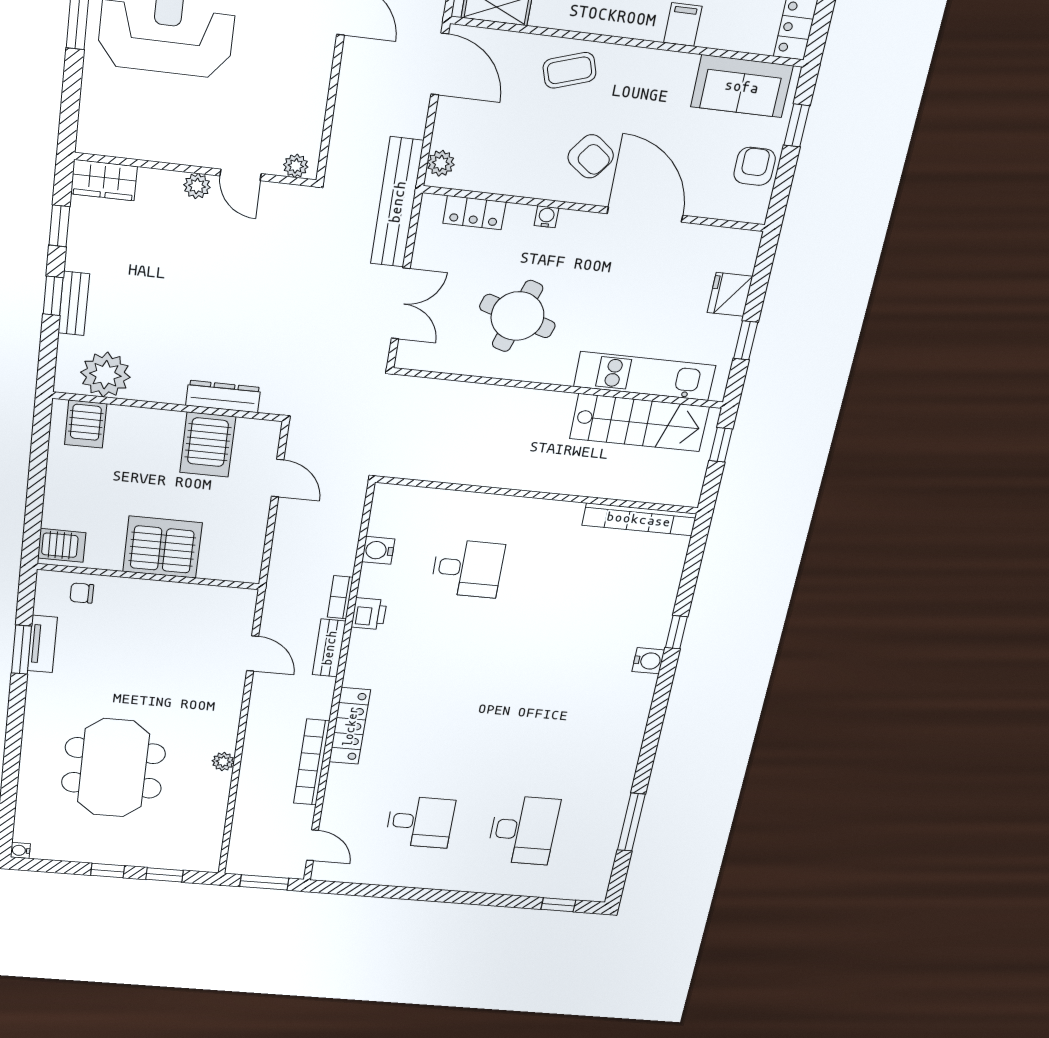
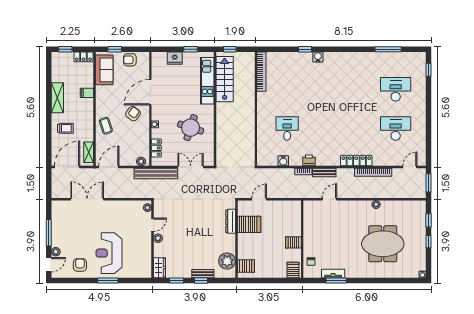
server rack: (162, 547) -> (293, 242), width x0.46, depth x0.70
desk: (420, 822) -> (396, 129), width x1.37

